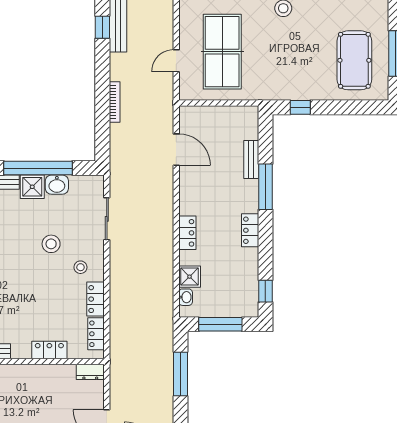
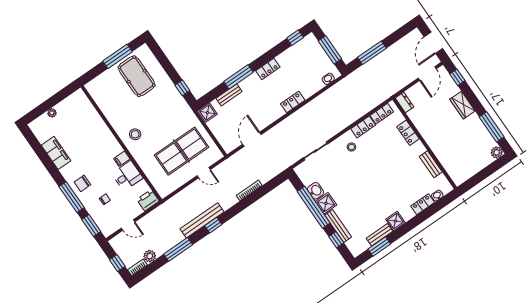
pool table: (354, 60) -> (137, 76), turned 90
stool: (51, 244) -> (350, 172), removed
shower: (190, 277) -> (208, 113), moved

